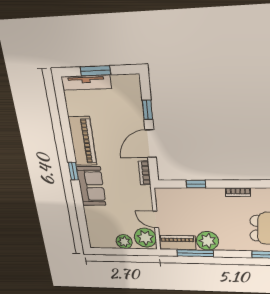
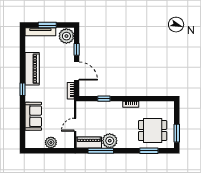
door: (151, 144) -> (77, 71), swing flipped
sofa: (91, 186) -> (33, 116), moved
door: (156, 219) -> (75, 125), hinge flipped
plant: (145, 238) -> (66, 36), moved

